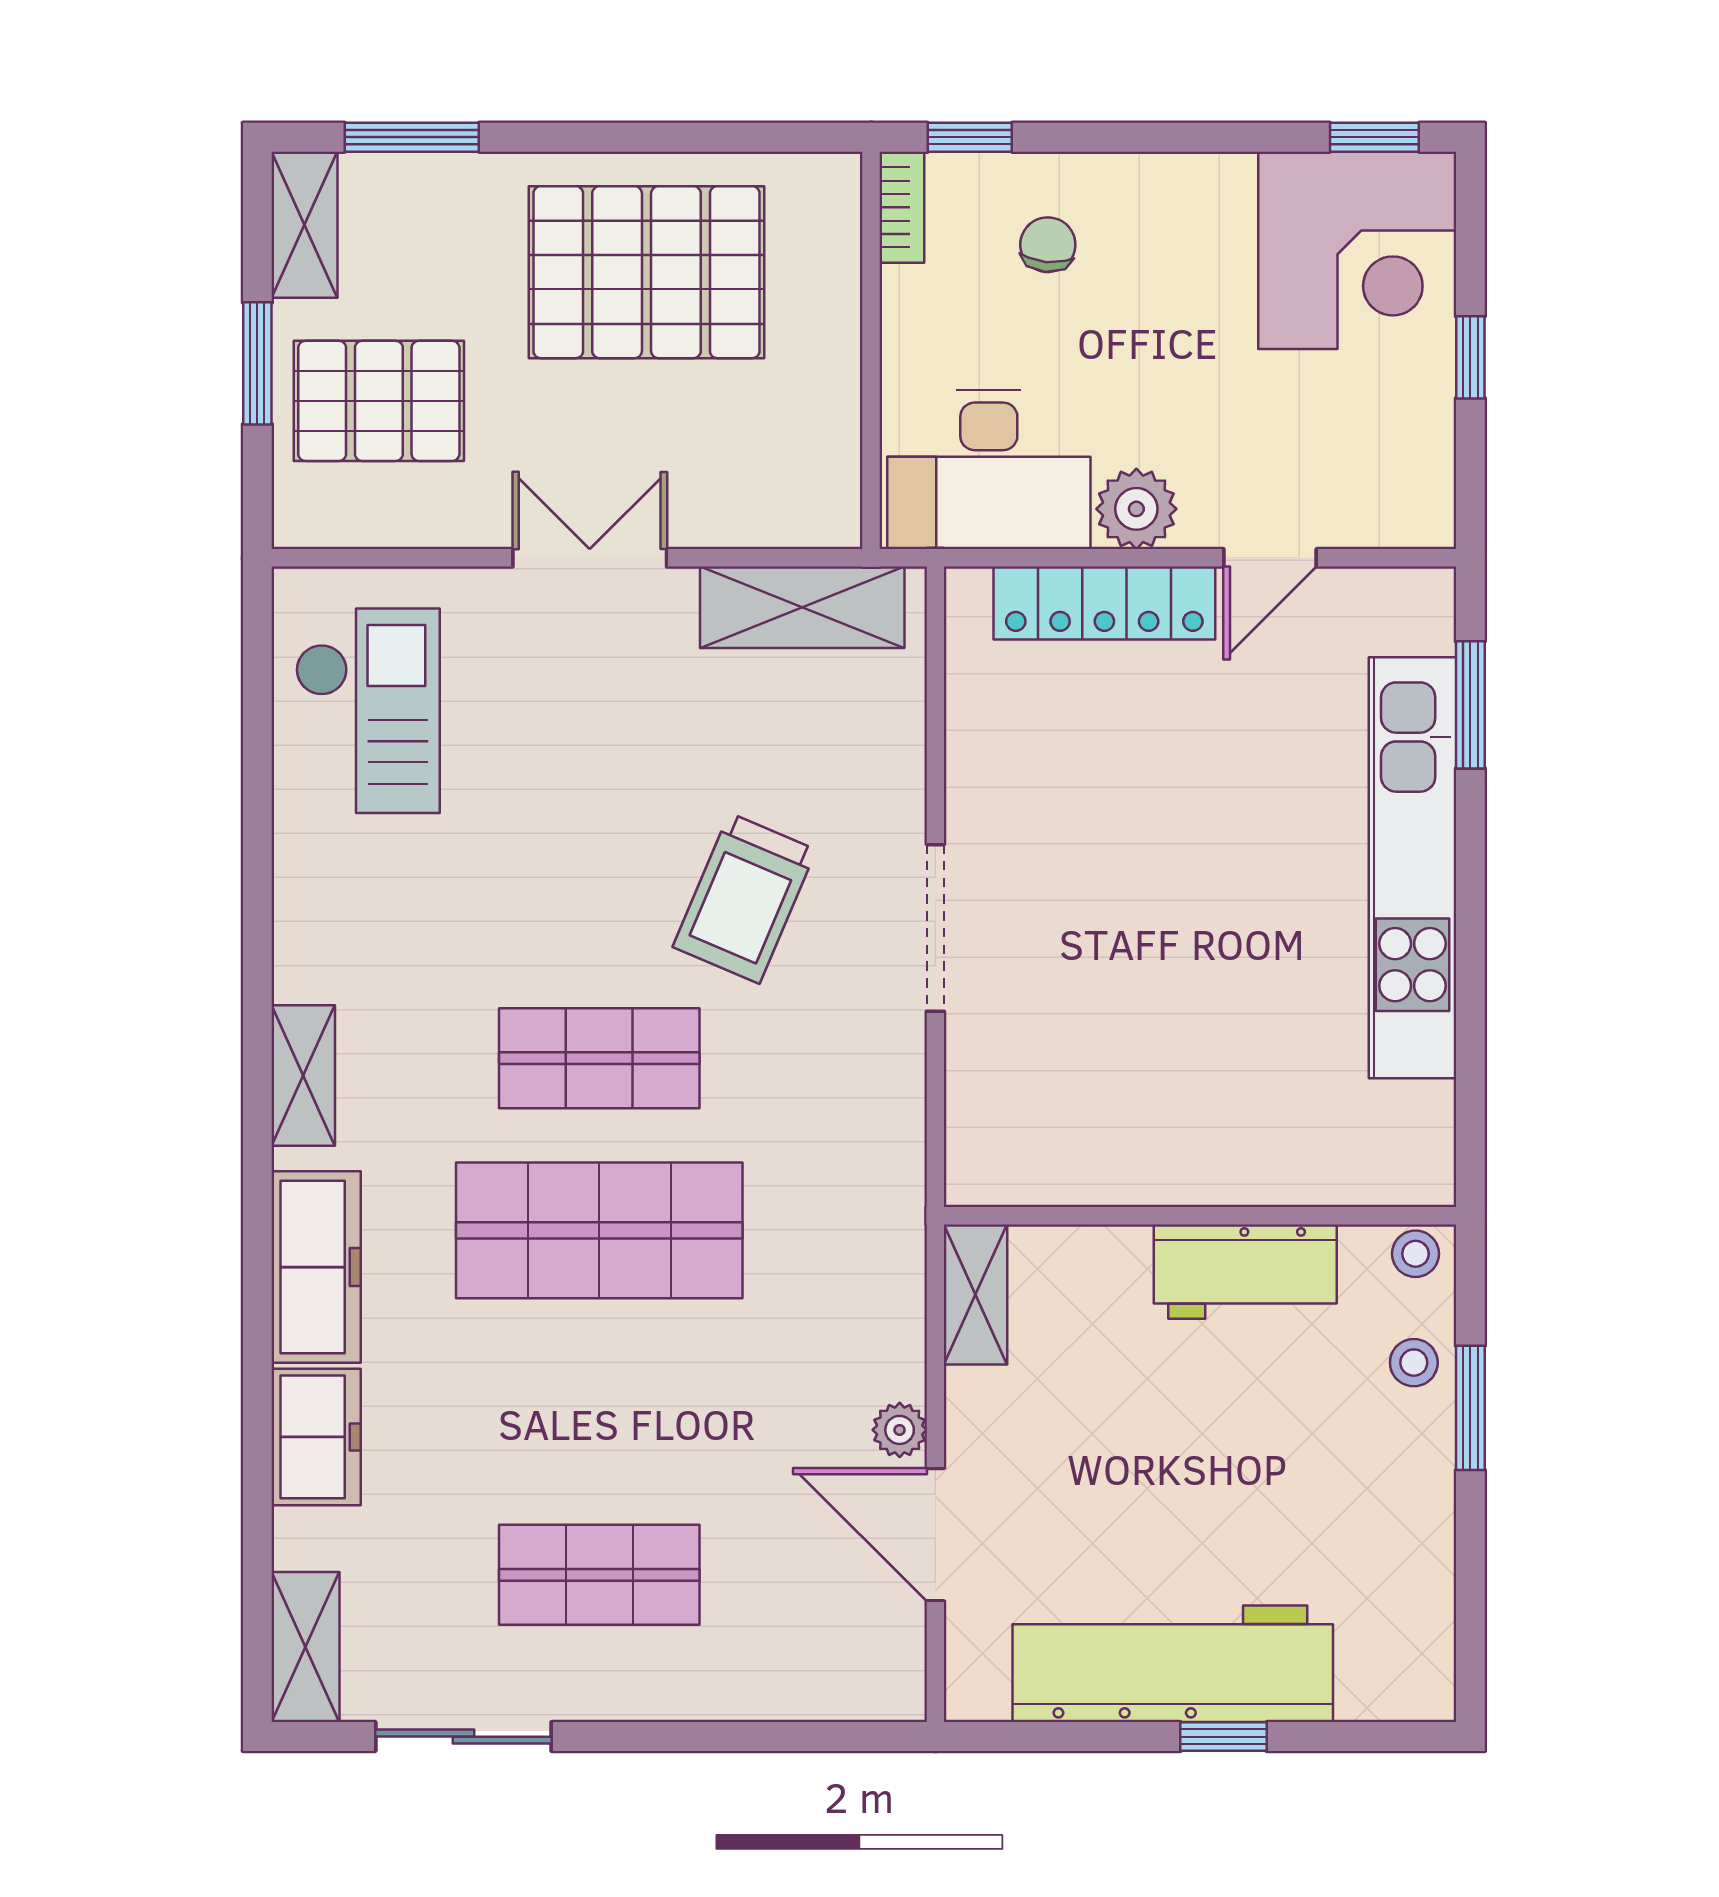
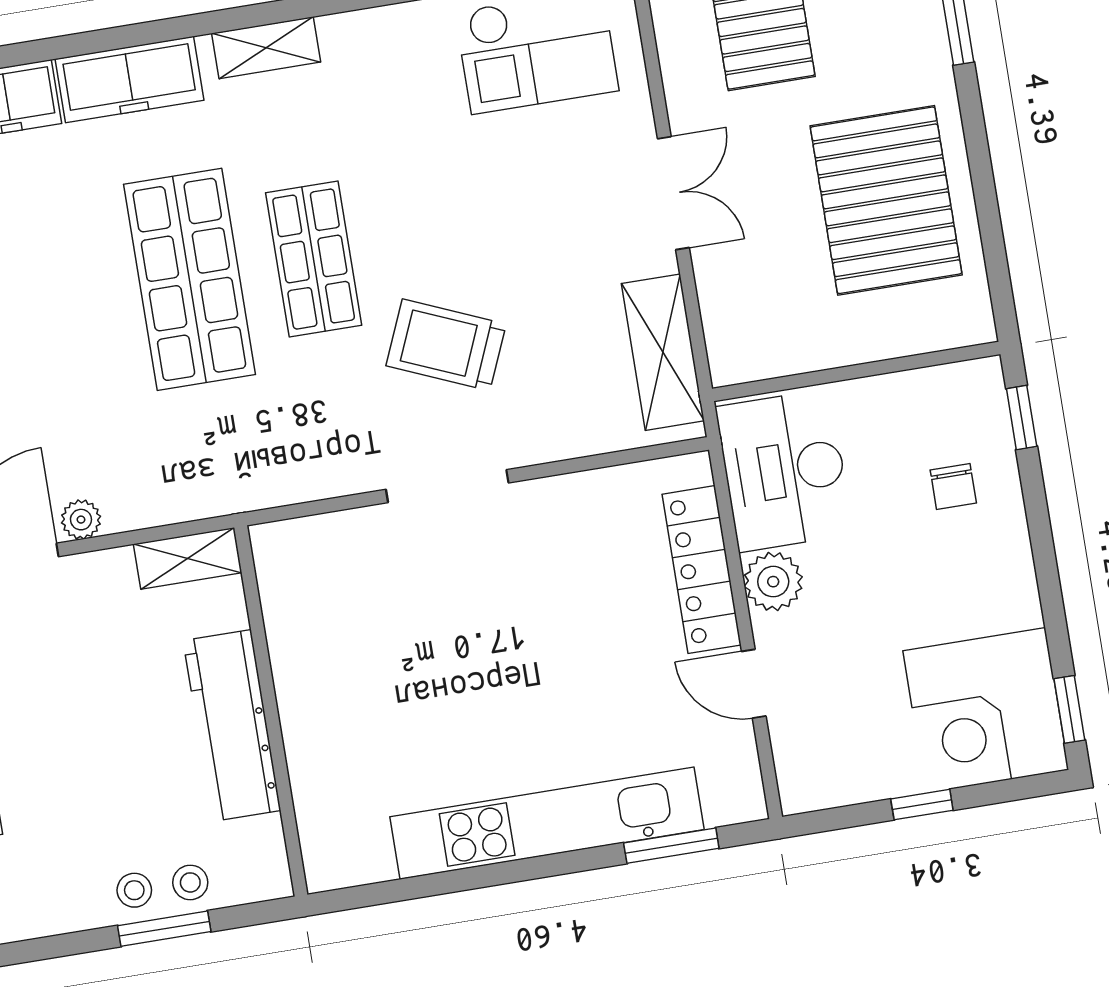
bookcase: (902, 207) -> (963, 377), removed
chair: (1048, 245) -> (953, 486), turned 85
stool: (1415, 1254) -> (134, 890), moved
workbench: (1245, 1272) -> (232, 725), width x1.38

